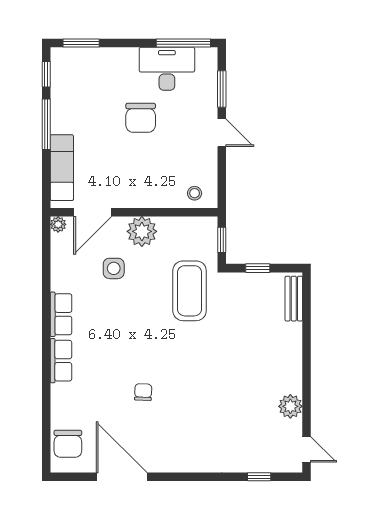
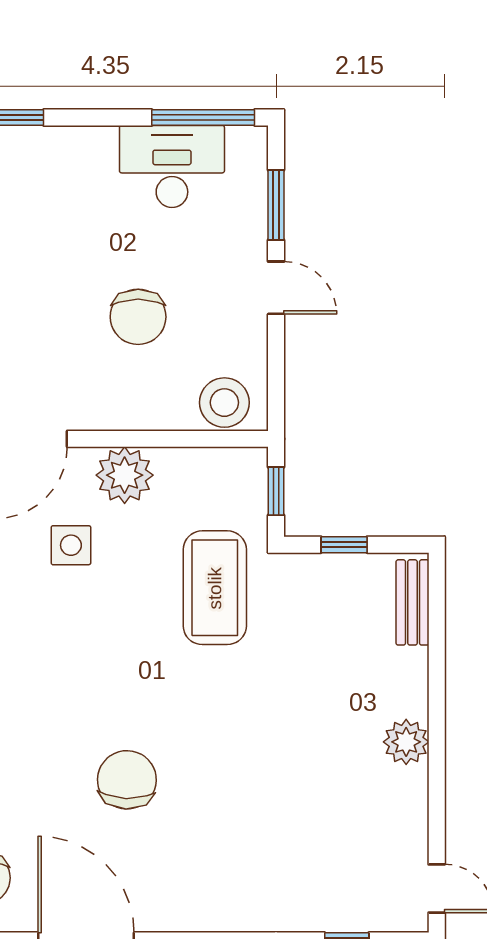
chair: (141, 118) -> (138, 317), moved
stool: (195, 193) -> (224, 403), width x1.89, depth x1.89
chair: (143, 392) -> (127, 780), width x1.87, depth x1.87
plant: (290, 406) -> (406, 742), moved

